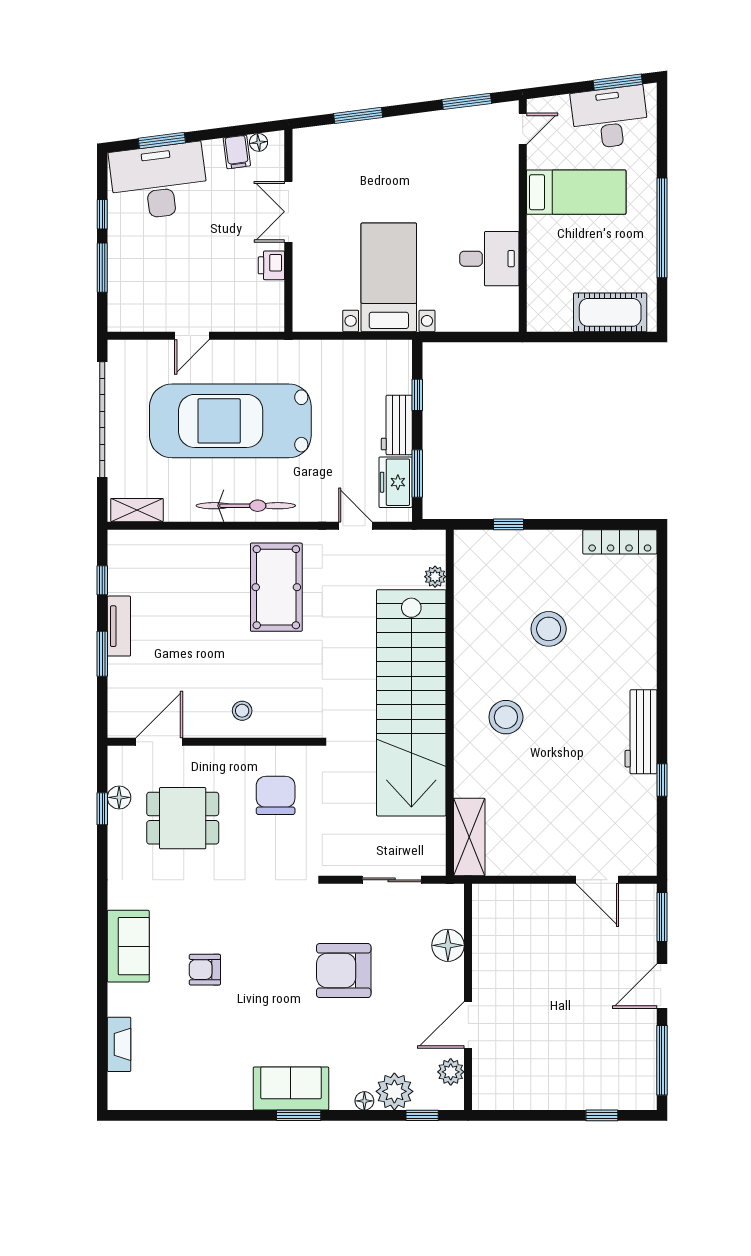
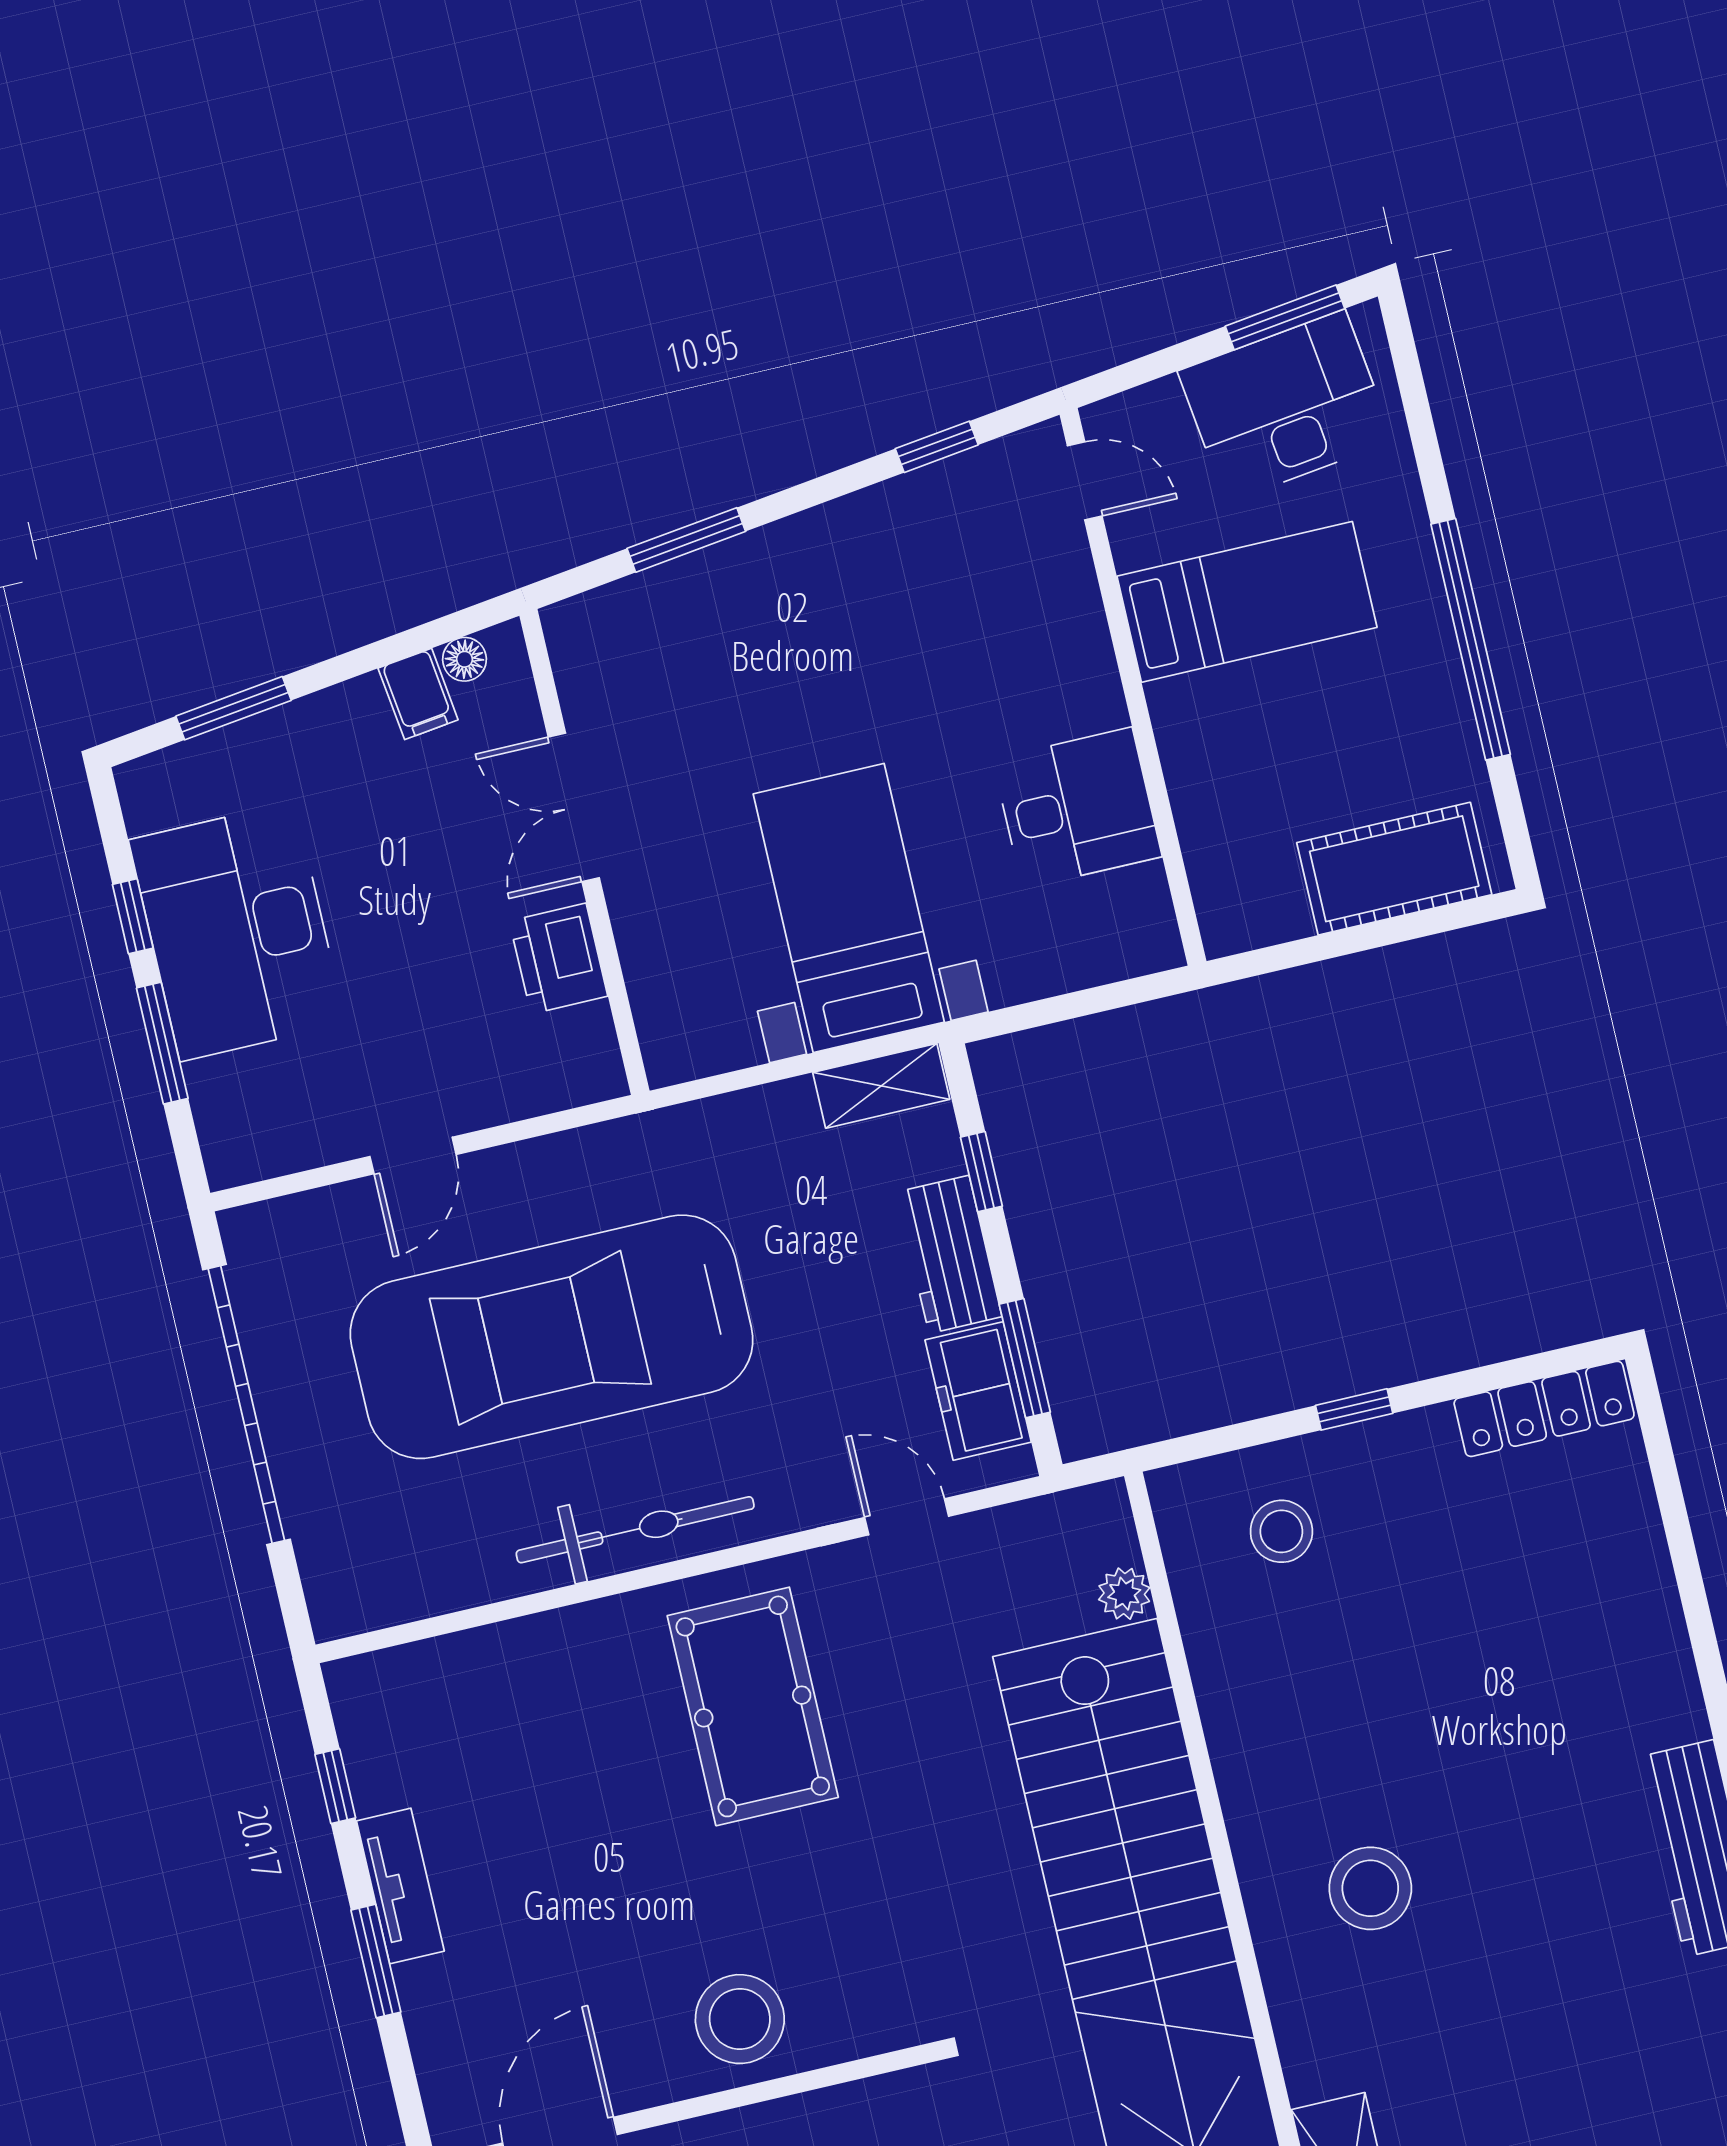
window: (467, 101) -> (937, 447), width x0.67
door: (523, 129) -> (1085, 481), hinge flipped
desk: (159, 181) -> (237, 932), moved, turned -83
printer: (271, 265) -> (559, 959), width x1.36, depth x1.24
shelving: (137, 510) -> (881, 1086), moved
window: (509, 524) -> (1354, 1409), moved
stool: (549, 629) -> (1281, 1531), moved, width x0.73, depth x0.73
stool: (242, 711) -> (740, 2019), width x1.89, depth x1.89

